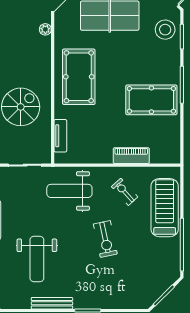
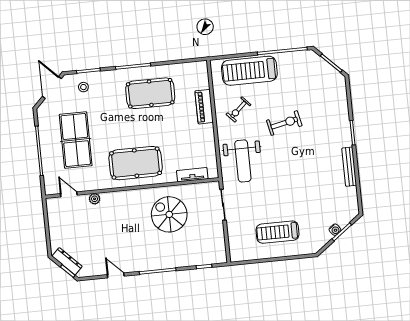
stool: (165, 30) -> (83, 87), width x0.53, depth x0.53
pool table: (151, 100) -> (150, 93), turned 90
weight bench: (37, 259) -> (309, 185), removed

